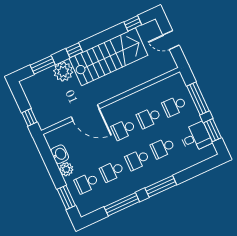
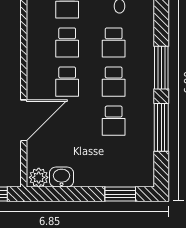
plant: (66, 169) -> (39, 177), moved
school desk: (87, 183) -> (114, 160), removed

